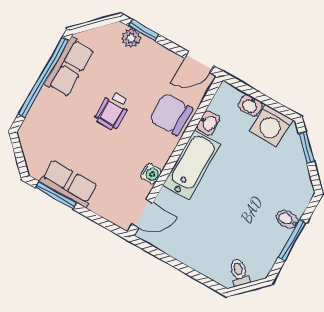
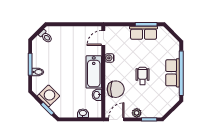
plant: (131, 38) -> (137, 113), moved
row of seats: (69, 67) -> (173, 73), moved
washing machine: (271, 126) -> (49, 96), moved, turned 45

